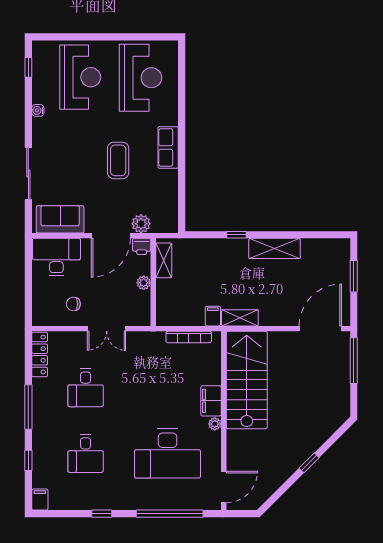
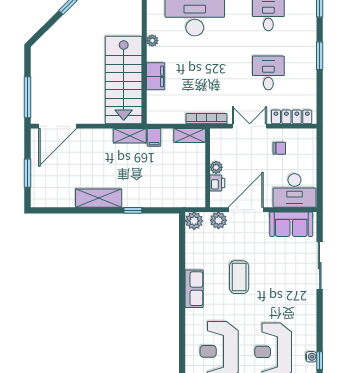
water cooler: (38, 110) -> (311, 357), moved
plant: (168, 223) -> (194, 221), added
printer: (142, 246) -> (217, 183), moved, turned 90
shelving: (164, 260) -> (190, 136), moved, turned 90
bookcase: (189, 337) -> (207, 119), moved
locker: (40, 354) -> (292, 117), moved, turned 90
filing cabinet: (211, 401) -> (156, 76), moved
window: (28, 407) -> (320, 56), width x0.69

